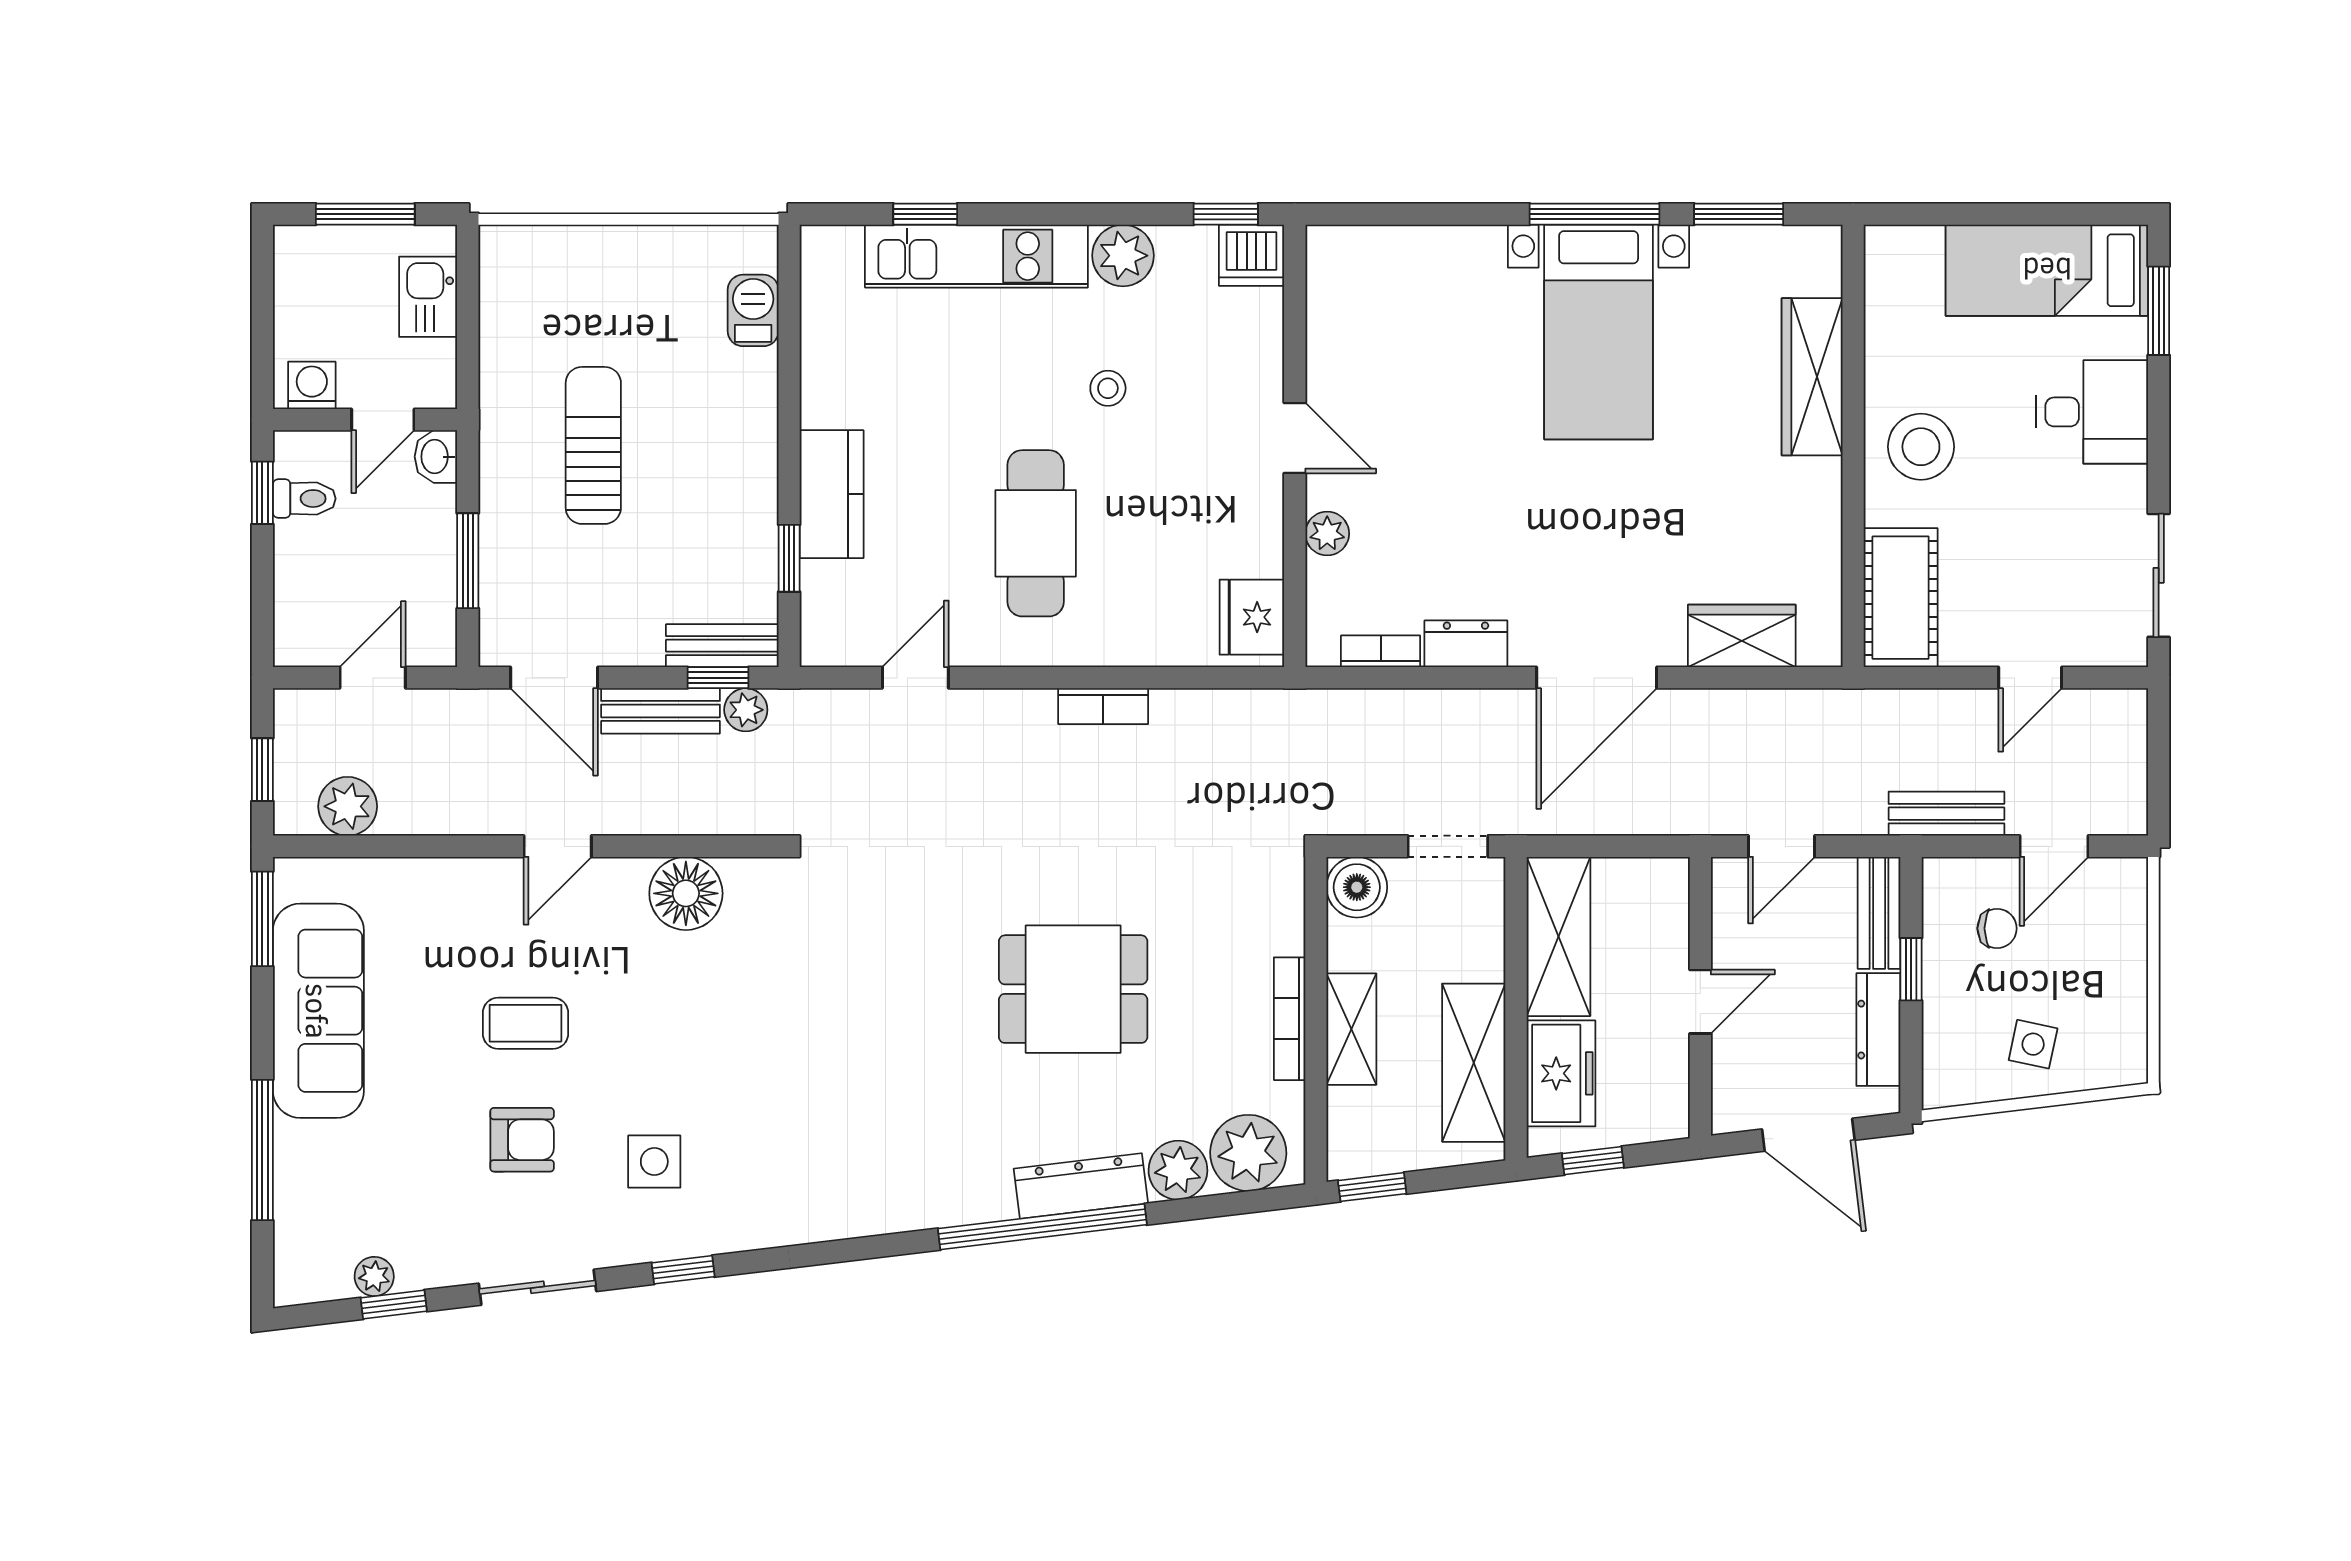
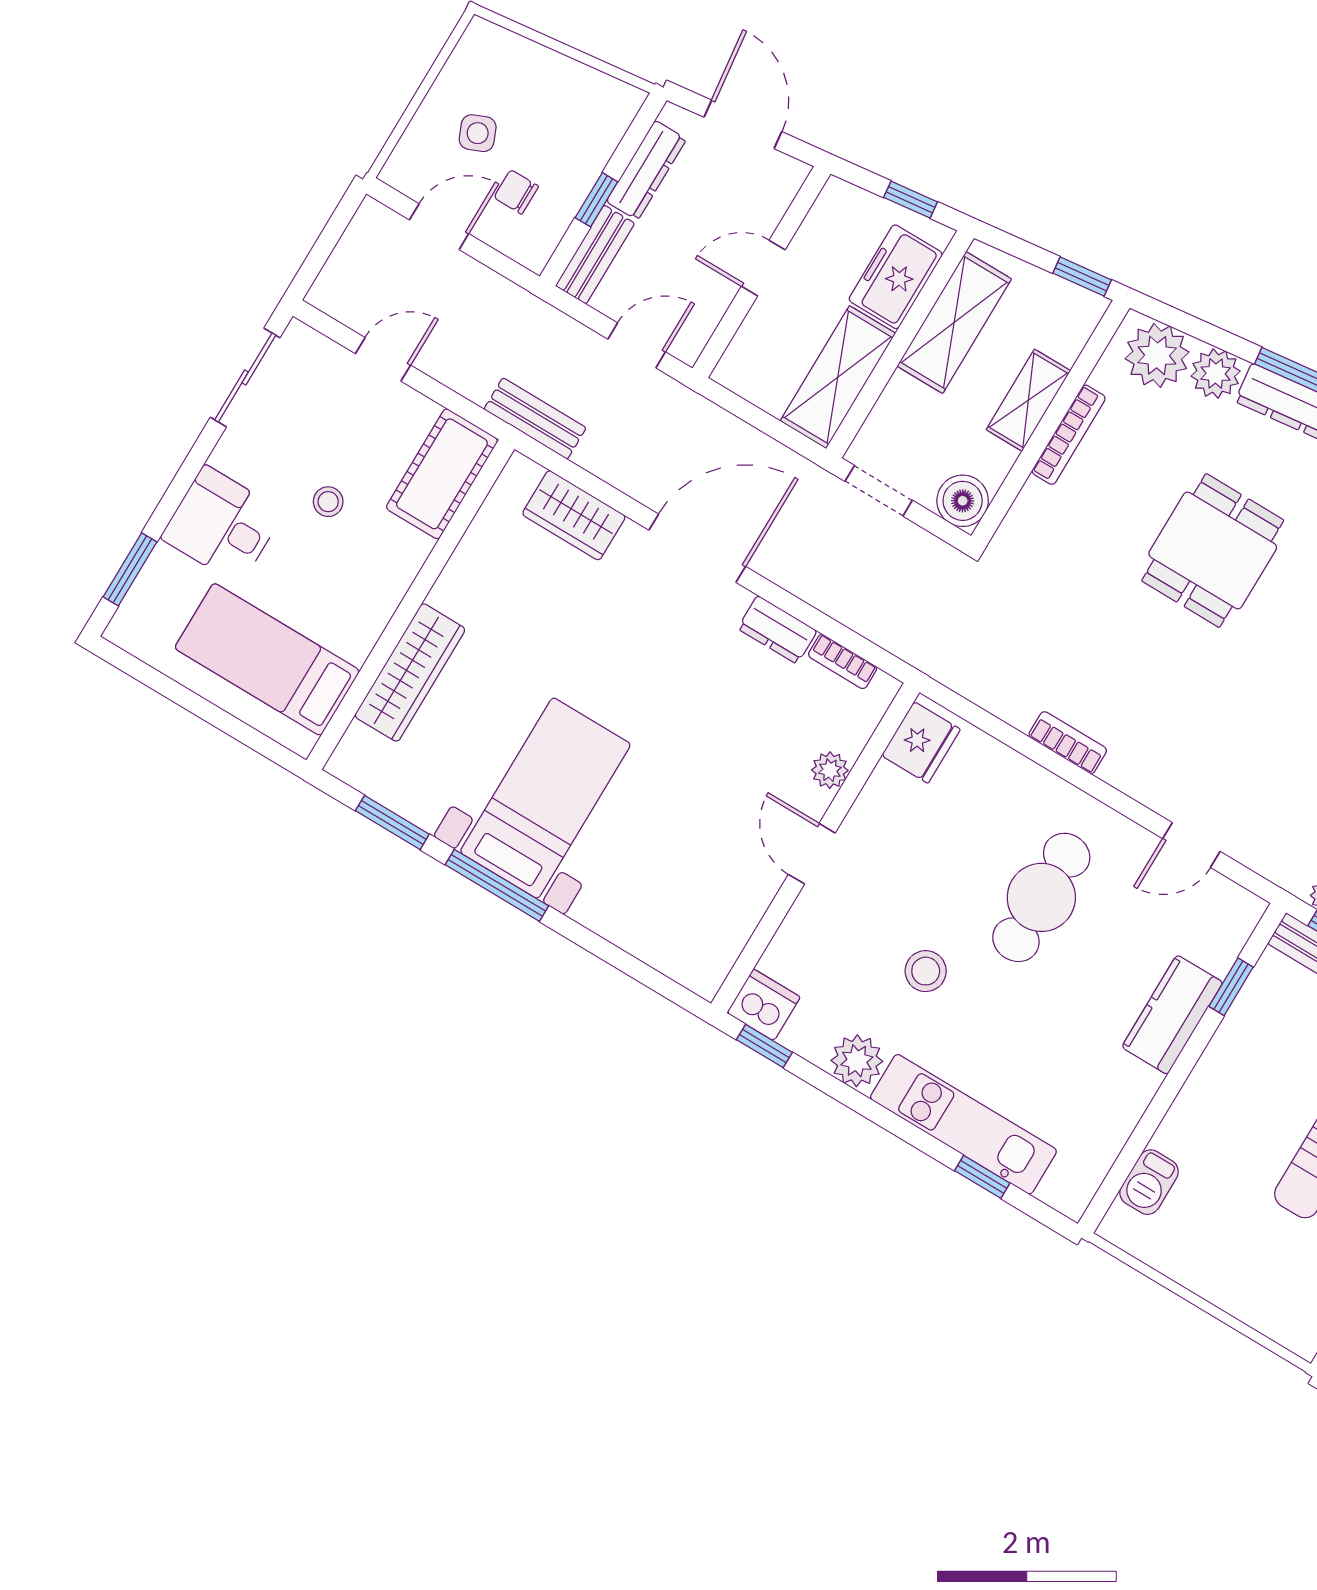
bed: (2047, 270) -> (267, 659), moved, turned 180
stool: (1108, 388) -> (926, 971), width x1.37, depth x1.37
stool: (1921, 447) -> (328, 502), moved, width x0.53, depth x0.53
bench: (1946, 814) -> (535, 419), moved
dining table: (1073, 989) -> (1213, 551), turned 90
side table: (2033, 1044) -> (478, 133), moved, turned -34

